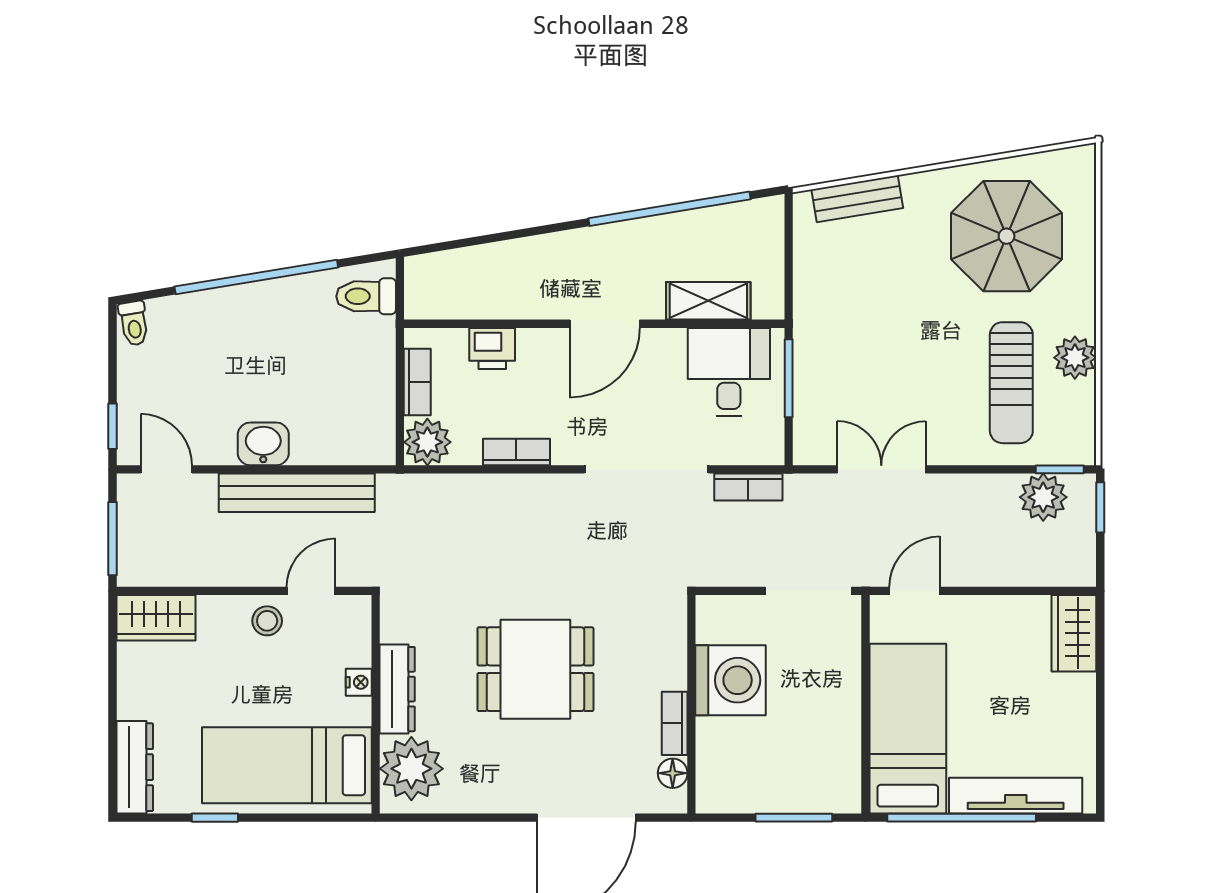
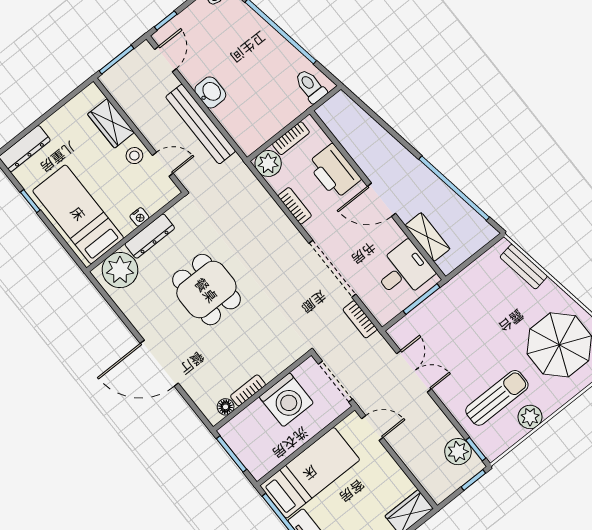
printer: (492, 348) -> (334, 171), width x1.87, depth x1.48
sun lounger: (1011, 383) -> (497, 398), turned 180
wardrobe: (156, 618) -> (111, 123), moved
washing machine: (731, 680) -> (286, 400), moved
wall: (691, 704) -> (262, 391), moved
bookcase: (675, 723) -> (248, 390), moved
floor lamp: (673, 773) -> (226, 407), moved

